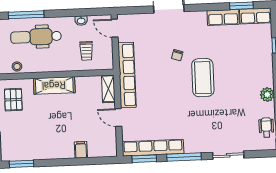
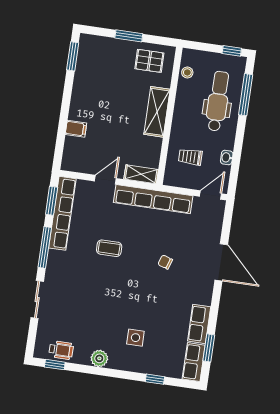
side table: (244, 68) -> (135, 338), added
coffee table: (203, 78) -> (109, 248), moved, width x0.54, depth x0.58

